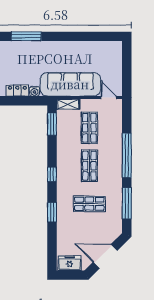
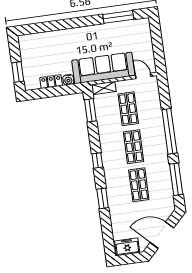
window: (26, 36) -> (118, 17), moved
shop shelf: (89, 204) -> (139, 185), turned 90

